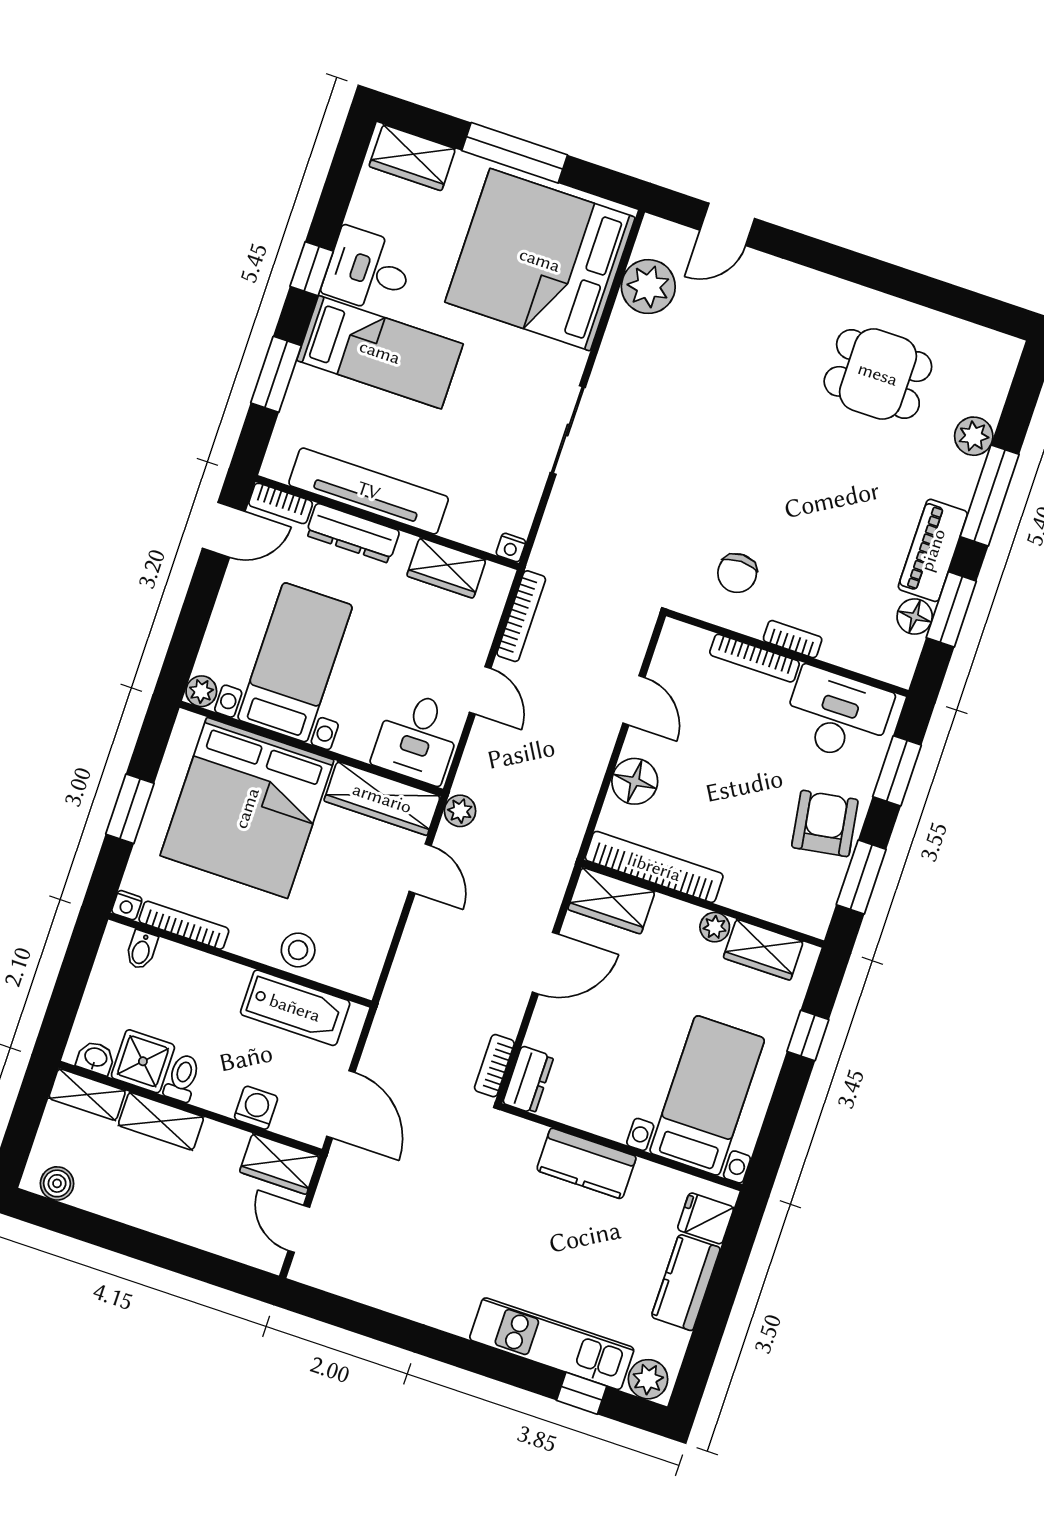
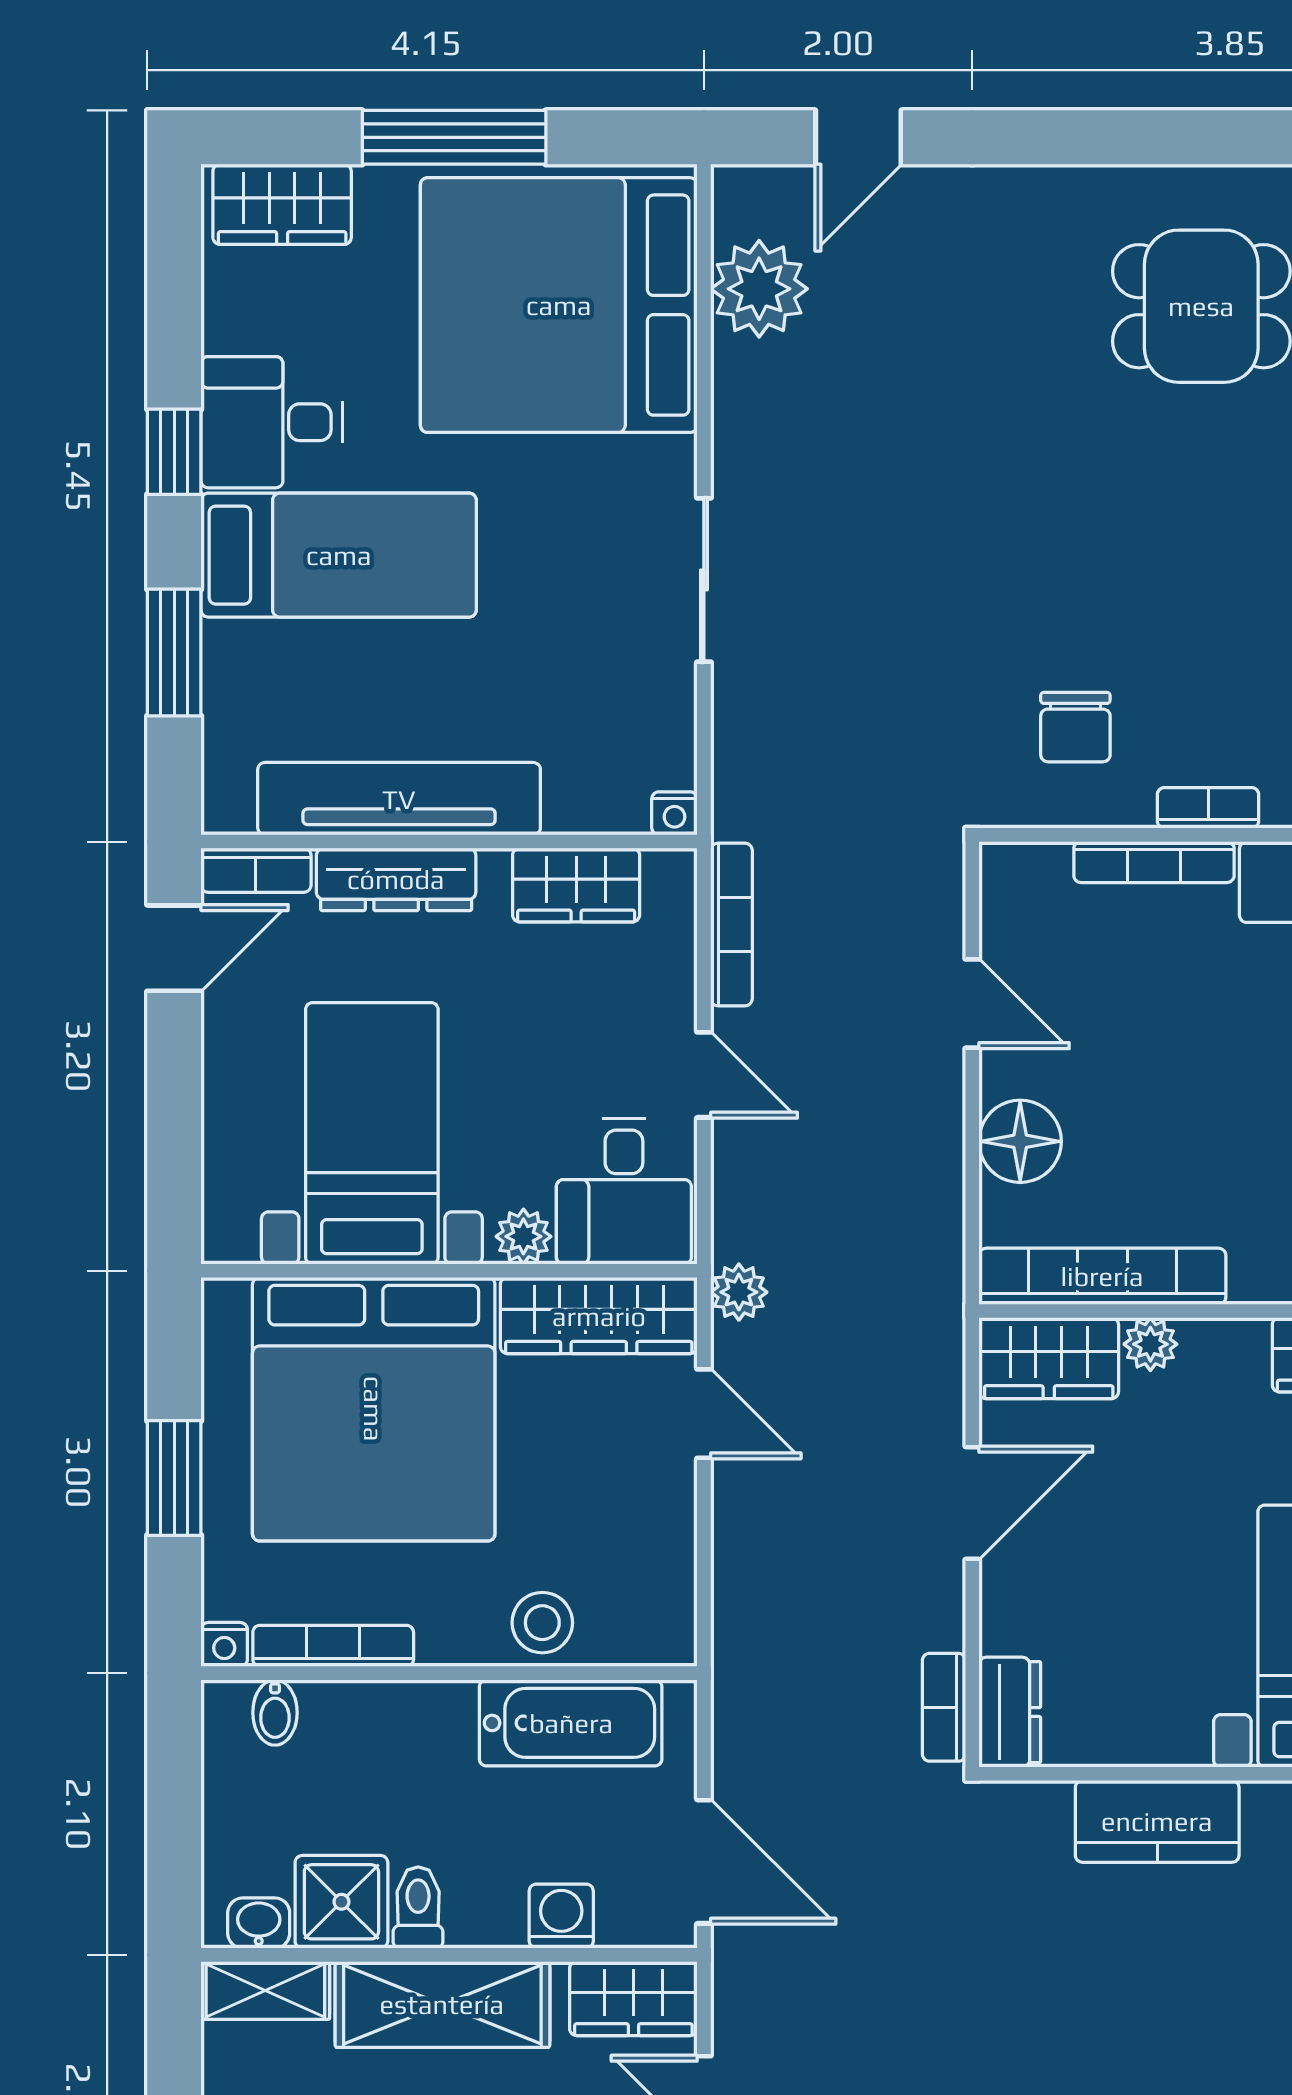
plant: (201, 691) -> (523, 1236), moved
plant: (715, 927) -> (1150, 1344), moved
shelving: (161, 1121) -> (442, 2004), width x1.50, depth x1.33

